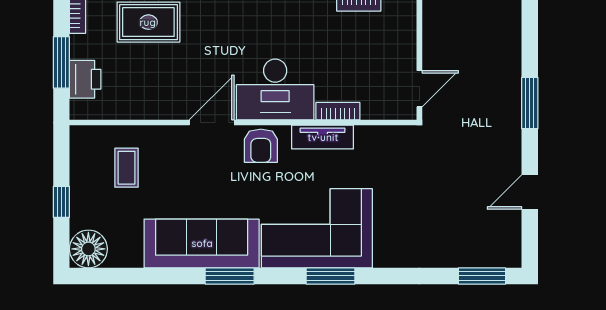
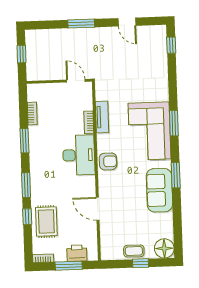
door: (212, 123) -> (98, 209), moved
tv unit: (323, 137) -> (102, 117), moved
coffee table: (127, 168) -> (134, 251), moved
sofa: (202, 243) -> (159, 190), width x0.73
window: (482, 276) -> (171, 45), width x0.67

